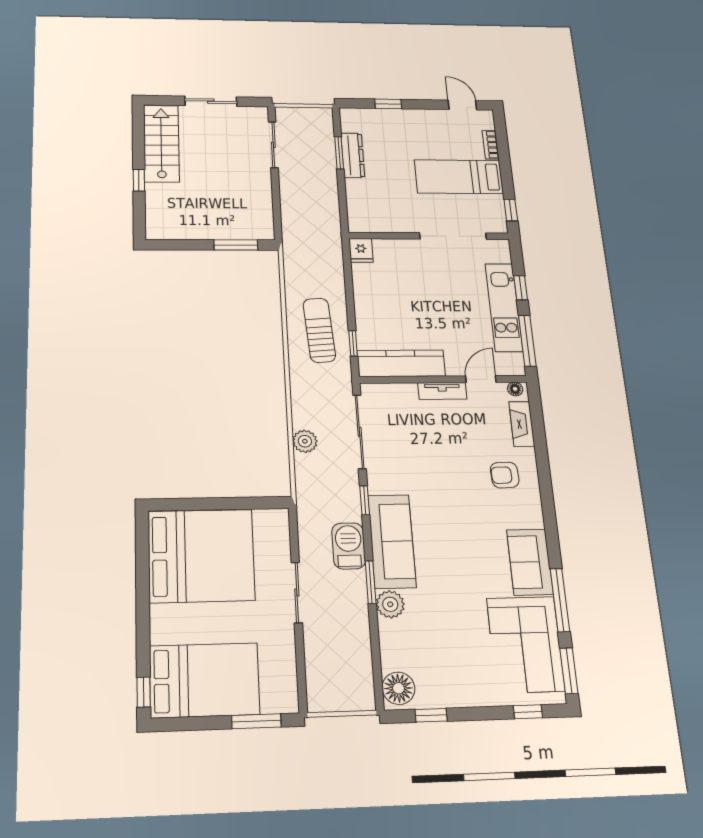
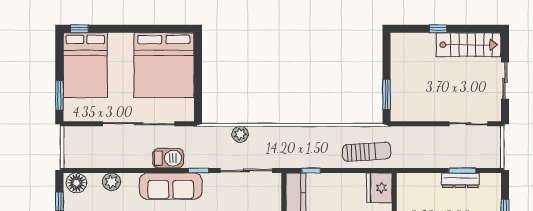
fridge: (361, 250) -> (379, 188), width x1.88, depth x1.34
sun lounger: (319, 330) -> (367, 152), moved
window: (371, 582) -> (144, 171), removed
sliding door: (297, 592) -> (138, 124), width x1.86
plant: (390, 604) -> (112, 182), moved

